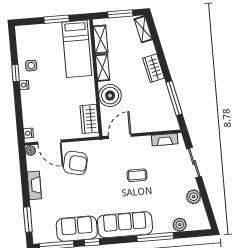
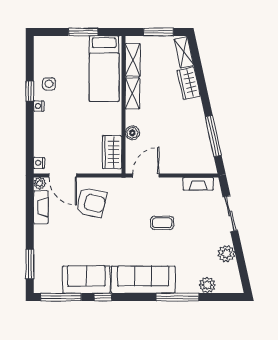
wardrobe: (154, 68) -> (189, 83), moved
boiler: (110, 96) -> (132, 133), width x0.54, depth x0.54
fireplace: (34, 185) -> (41, 207), moved

